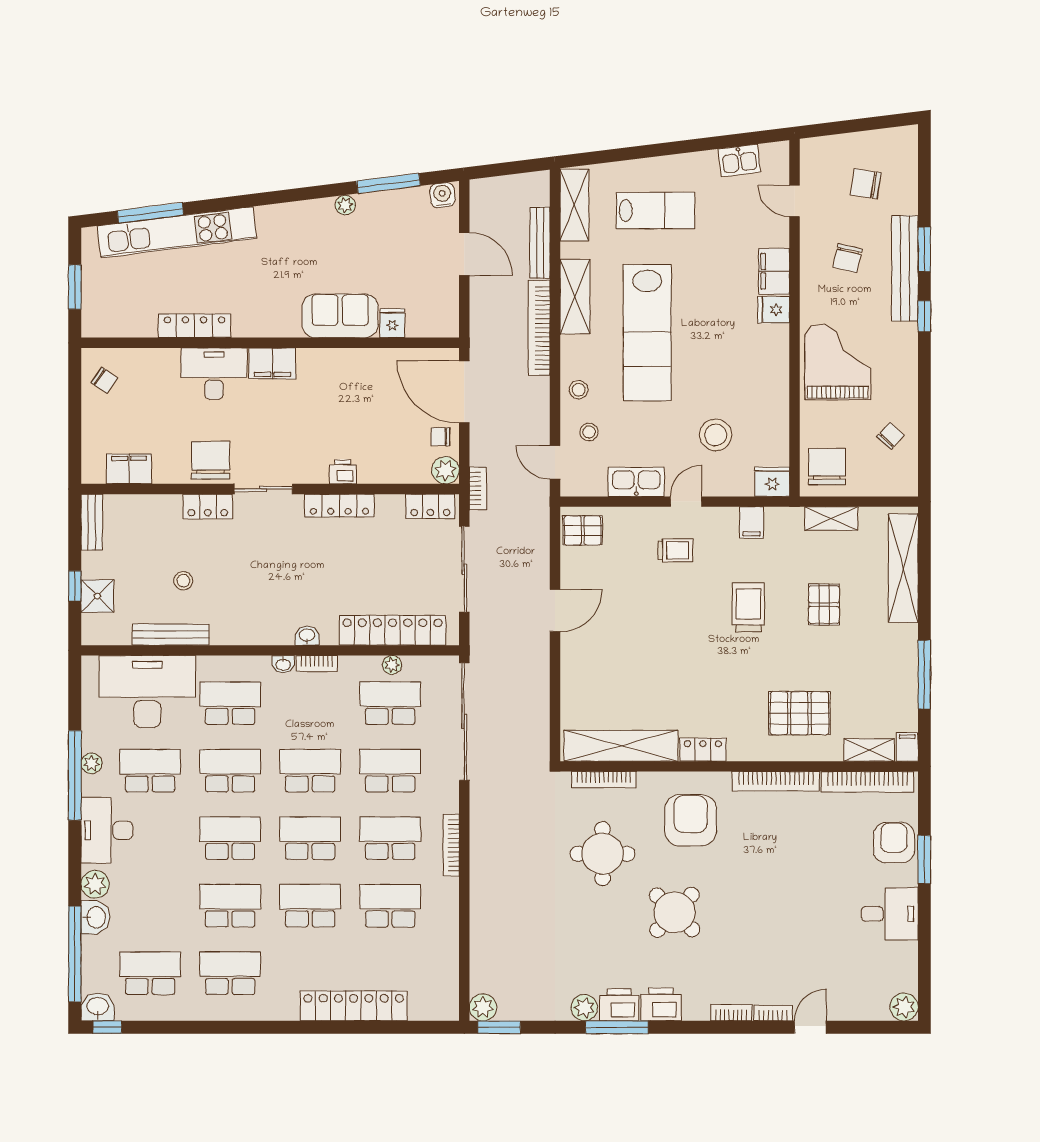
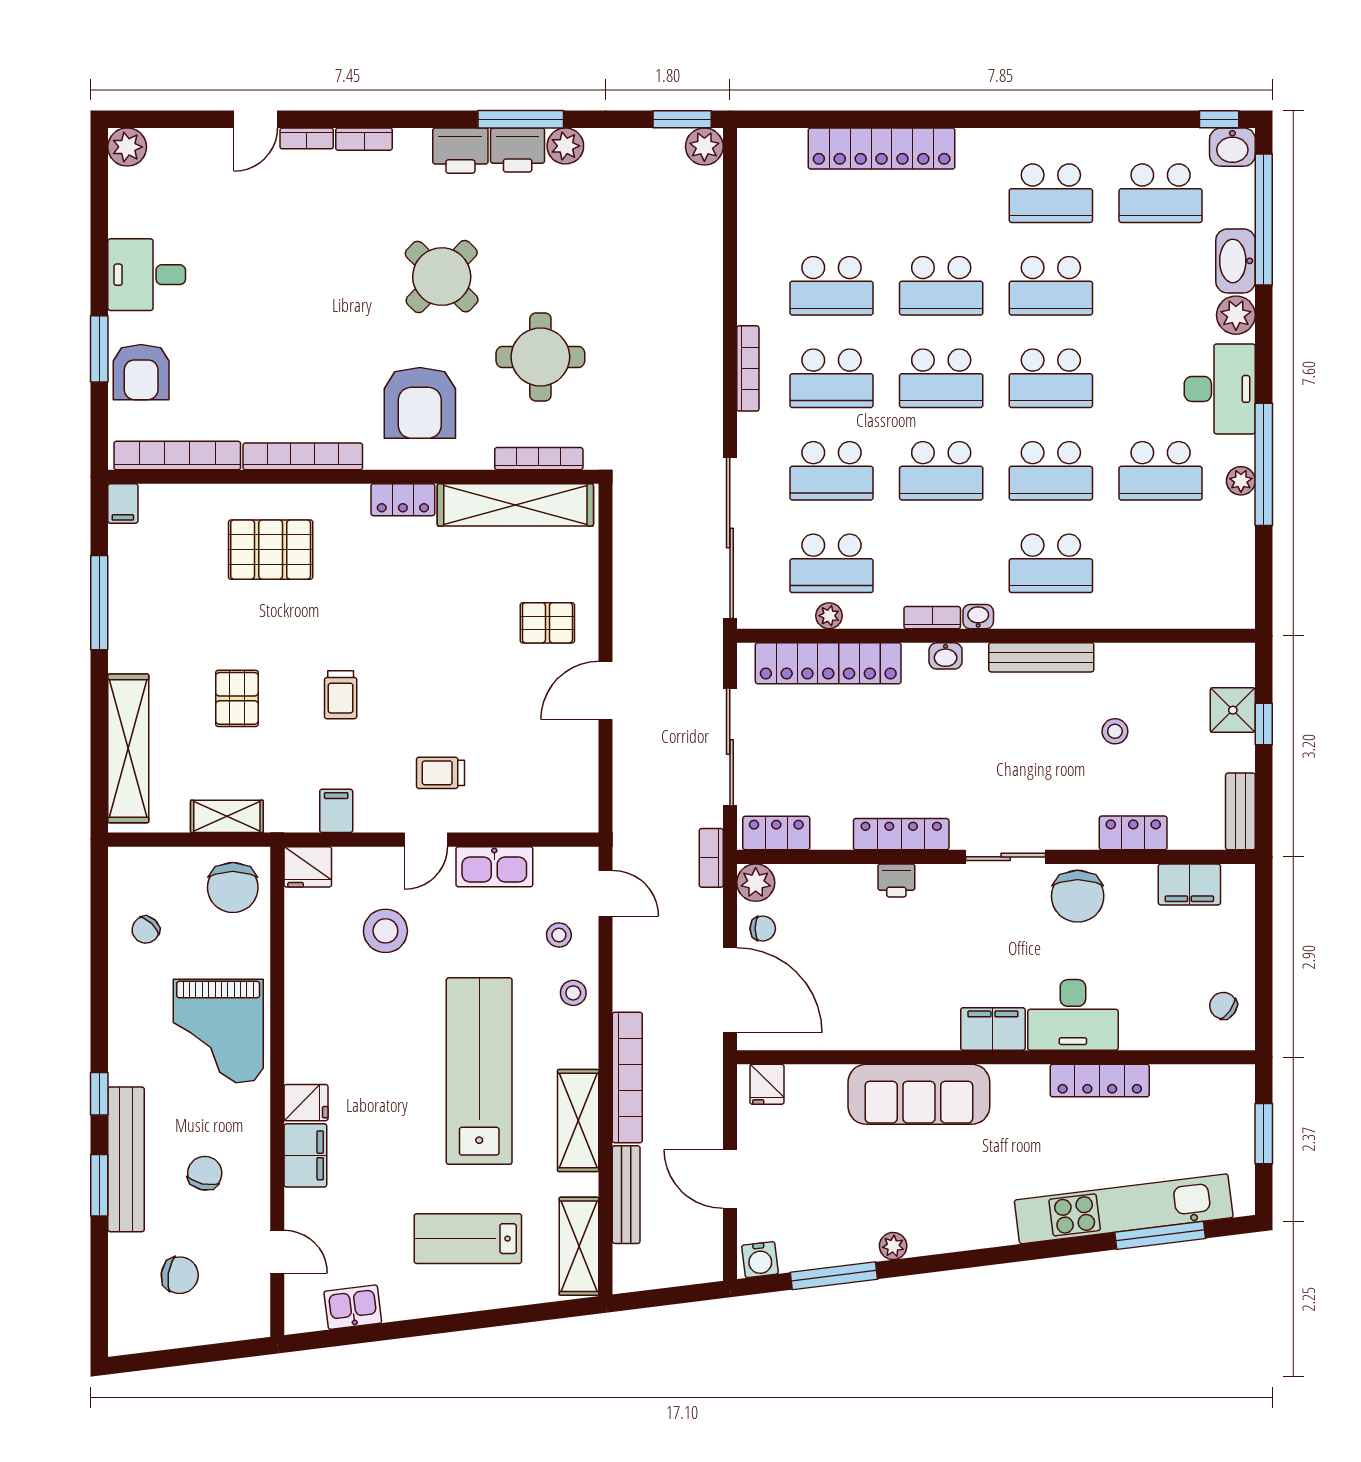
sofa: (340, 316) -> (919, 1094), width x1.36
fridge: (392, 323) -> (767, 1084), moved
locker: (208, 506) -> (1133, 833), moved
pallet: (583, 530) -> (547, 623), moved
trolley: (748, 607) -> (341, 695), width x0.73, depth x0.72
bench: (171, 635) -> (1041, 657), moved
desk: (147, 692) -> (1164, 579), removed
shelving: (869, 750) -> (175, 499), removed
washbasin: (95, 917) -> (1236, 261), width x1.38

